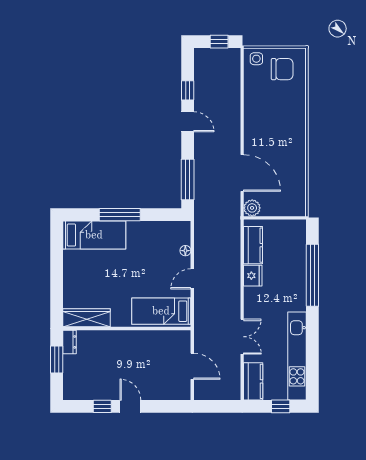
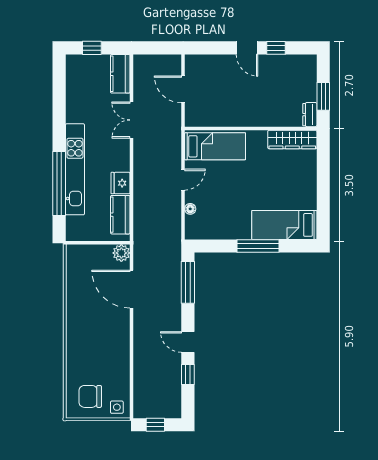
kitchen unit: (297, 356) -> (75, 169), moved

